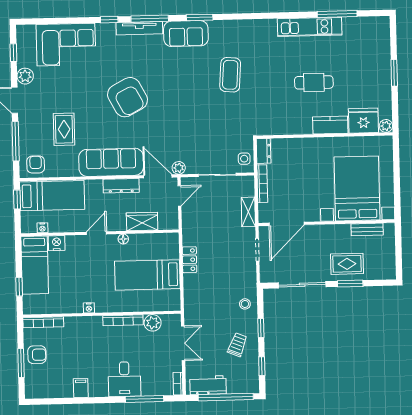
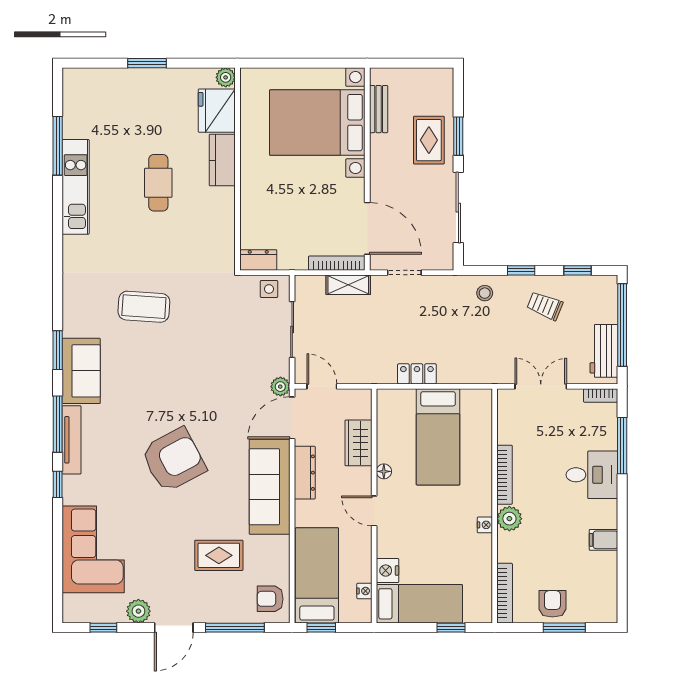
bookcase: (262, 184) -> (337, 263), moved
plant: (153, 323) -> (509, 519), moved

